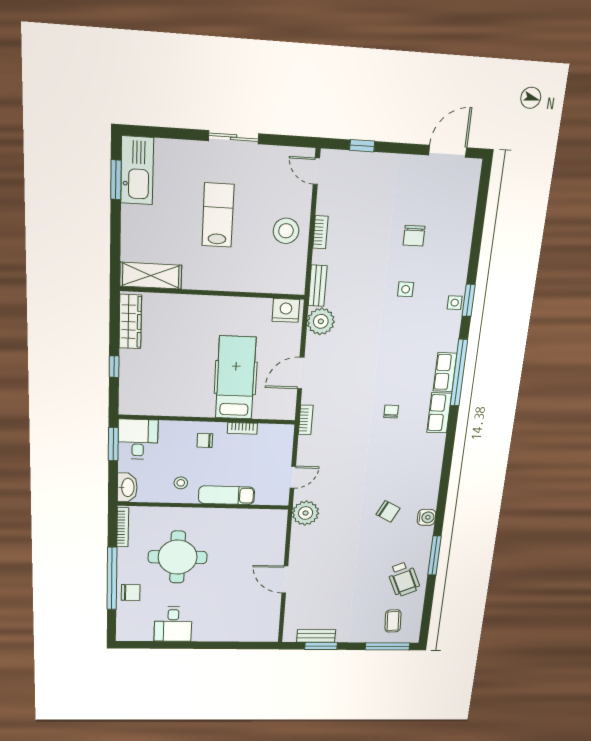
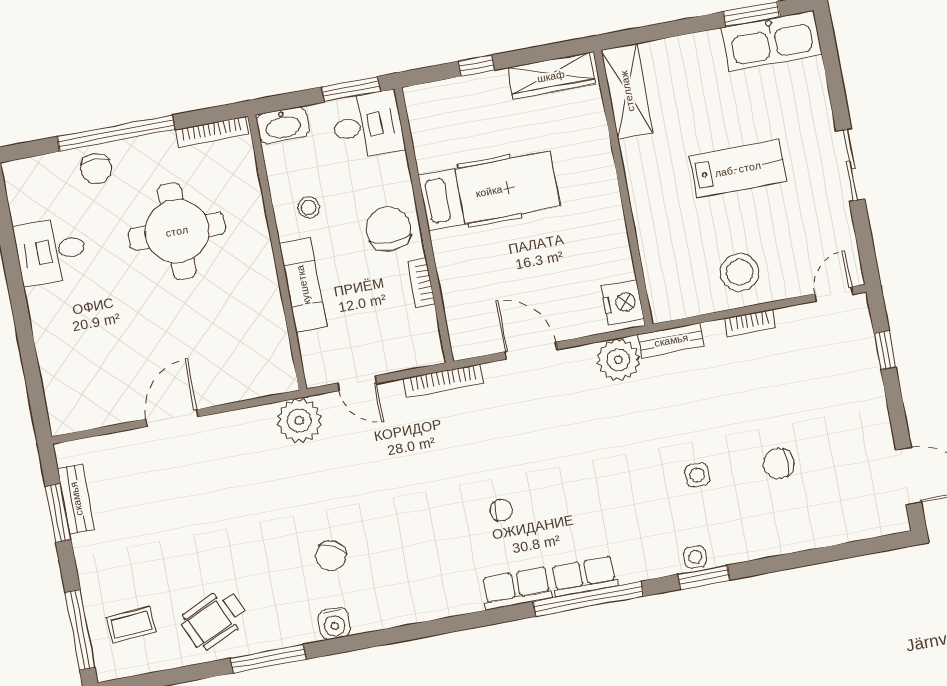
hospital bed: (236, 378) -> (489, 191), moved
bookcase: (306, 420) -> (444, 381), width x1.56
chair: (205, 440) -> (388, 229), width x1.87, depth x1.87

